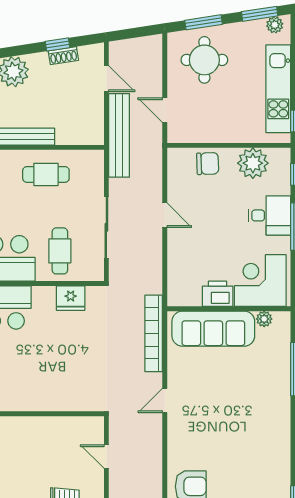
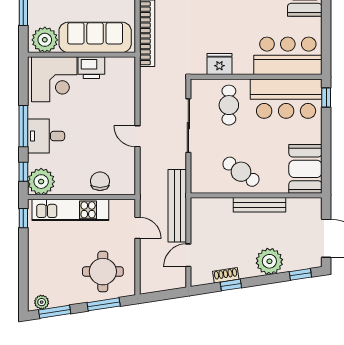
door: (106, 79) -> (188, 255), hinge flipped
kitchen unit: (278, 89) -> (70, 210), moved, turned 90
plant: (253, 163) -> (41, 182), moved
chair: (208, 164) -> (100, 181), turned 92
cafe table: (46, 174) -> (241, 172), turned 35
plant: (264, 319) -> (45, 40), width x1.88, depth x1.88

